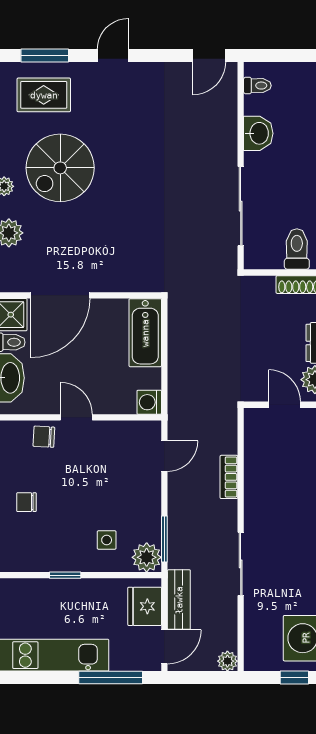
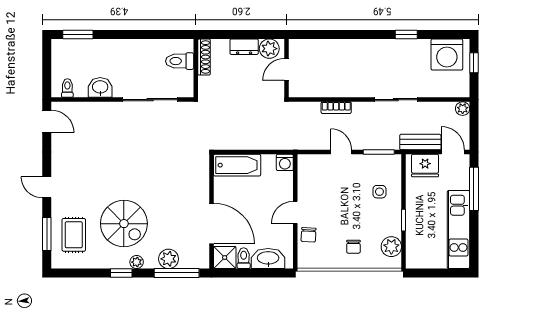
door: (164, 456) -> (341, 152), moved
plant: (147, 557) -> (391, 247), moved

